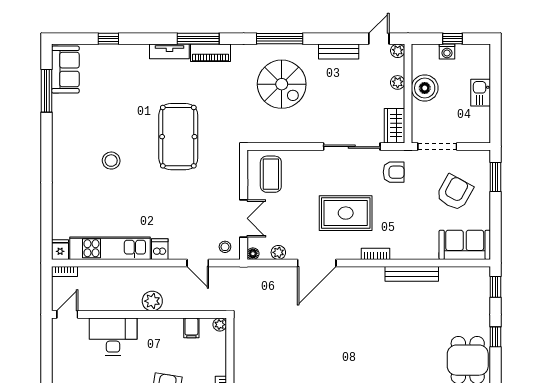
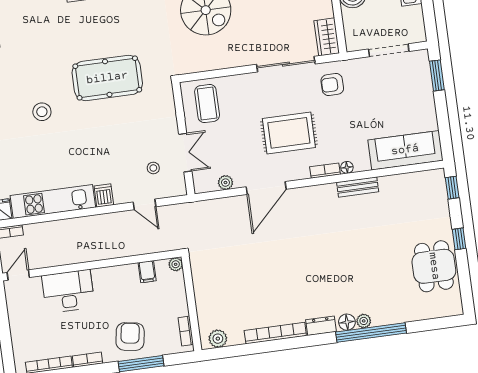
pool table: (178, 137) -> (107, 78), turned 90
doorway: (437, 147) -> (389, 50), moved
armchair: (394, 172) -> (332, 85), turned 180
armchair: (455, 193) -> (397, 97), removed
sofa: (465, 245) -> (405, 150), width x1.36
stool: (225, 247) -> (153, 168), moved
floor lamp: (253, 254) -> (347, 167), moved
bench: (412, 274) -> (358, 187), width x0.73
plant: (152, 301) -> (103, 250), removed

